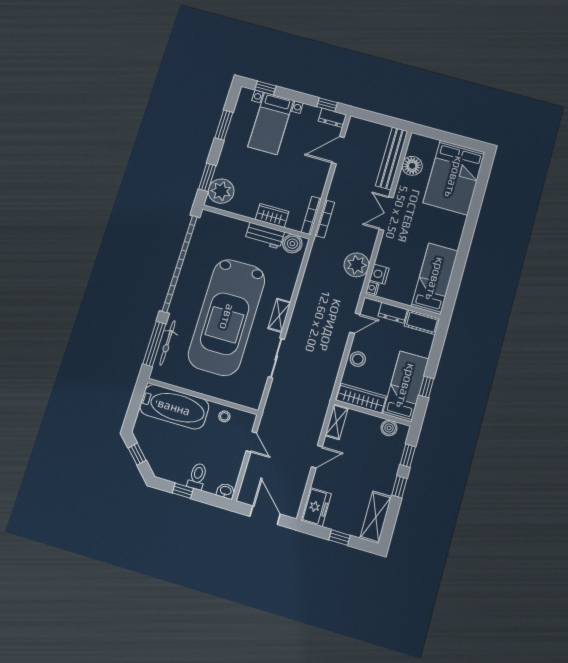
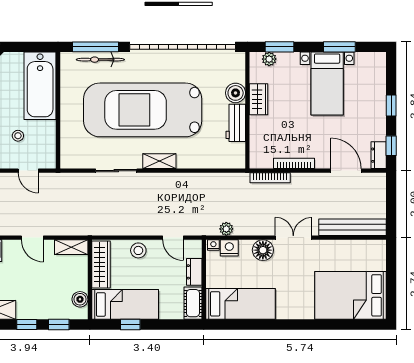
window: (265, 88) -> (391, 105), moved
bed with nightstands: (271, 124) -> (327, 84), moved, turned -90
floor lamp: (412, 166) -> (263, 250), moved
plant: (221, 191) -> (269, 59), width x0.53, depth x0.53
wardrobe: (272, 216) -> (258, 99), moved
bookcase: (311, 216) -> (294, 163), moved
boiler: (292, 244) -> (236, 93), moved
plant: (357, 265) -> (226, 229), width x0.53, depth x0.53
stool: (224, 416) -> (18, 136), moved
door: (251, 442) -> (28, 171), hinge flipped

